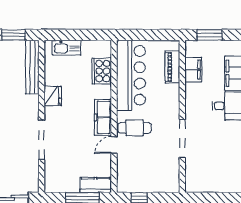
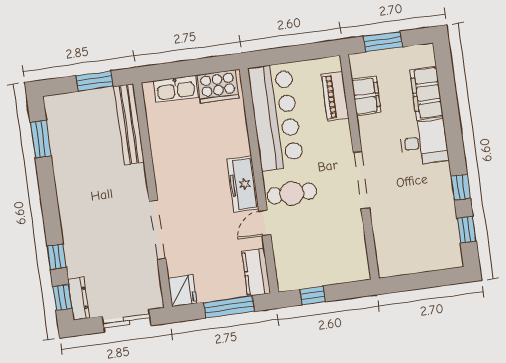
cooker: (102, 71) -> (218, 86), moved, turned -90
fridge: (53, 96) -> (182, 291), moved
doorway: (182, 138) -> (361, 180), moved
kitchen counter: (95, 185) -> (256, 272), moved, turned -90

